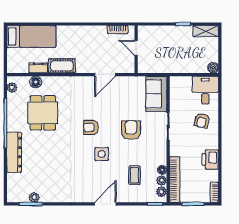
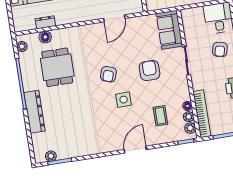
cot: (62, 66) -> (69, 16), removed
armchair: (91, 127) -> (108, 74), turned -71
plant: (34, 197) -> (51, 156), moved

